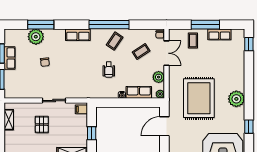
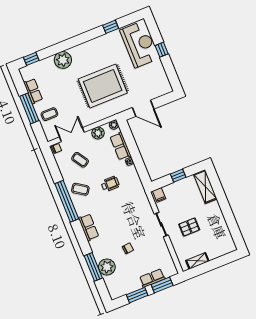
row of seats: (10, 58) -> (152, 278), moved
plant: (236, 99) -> (63, 60), moved

